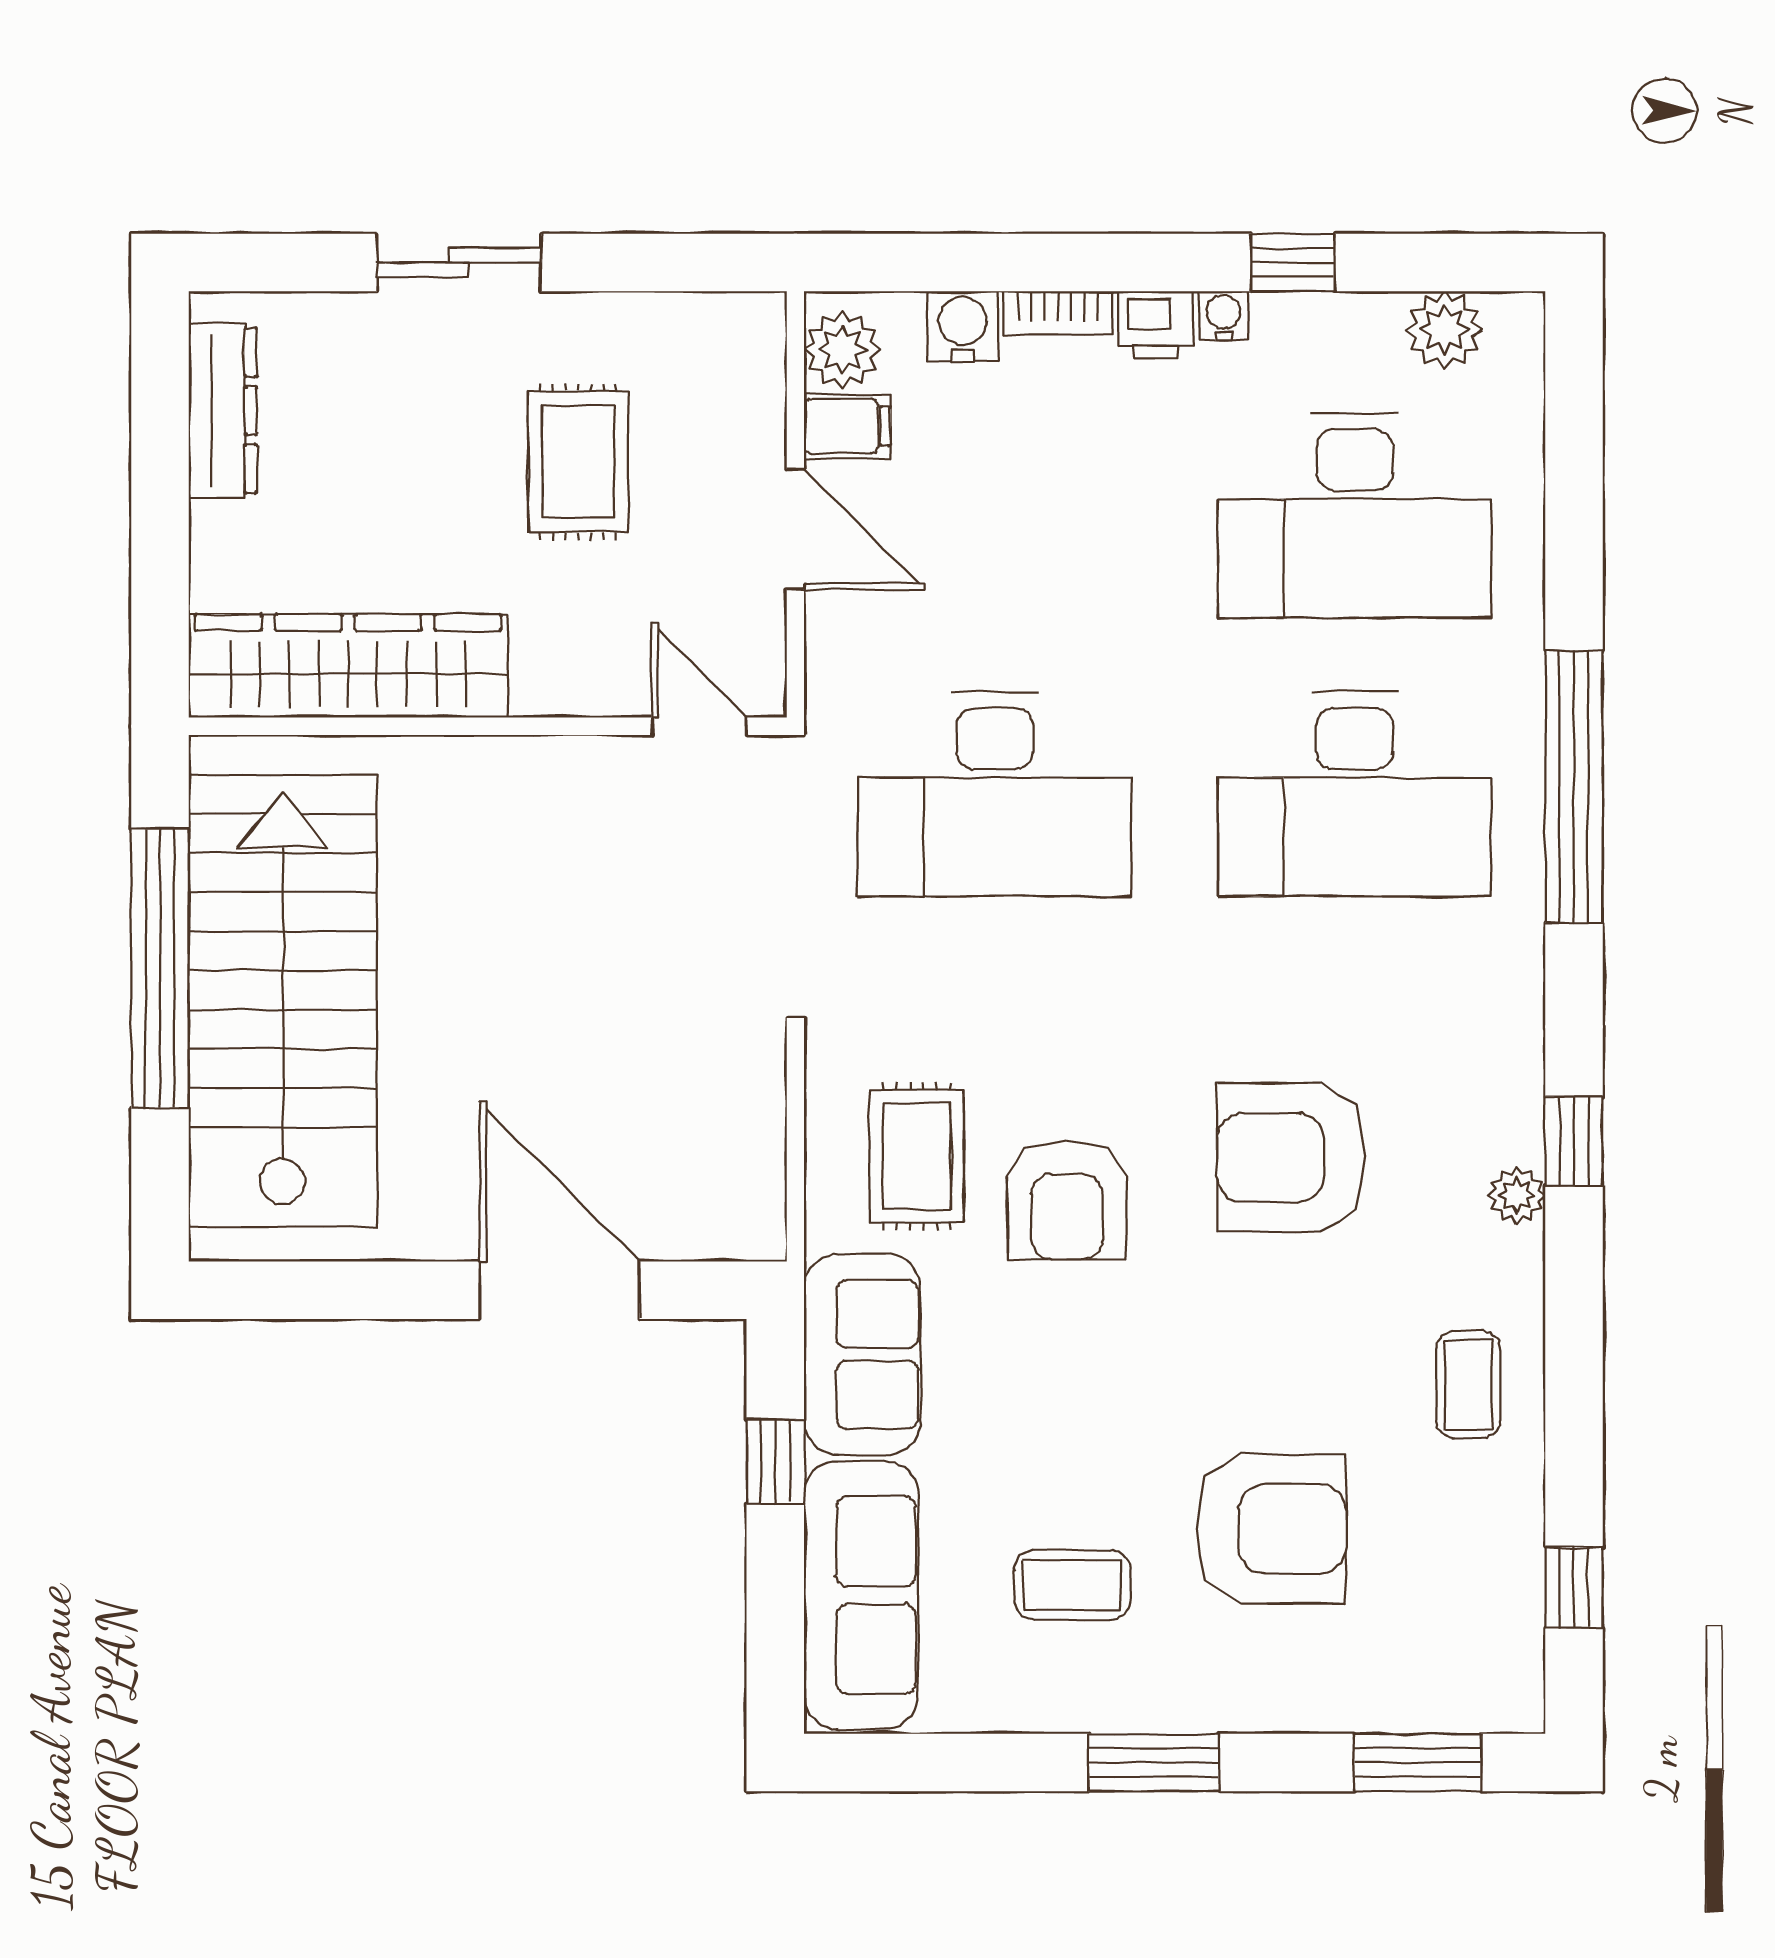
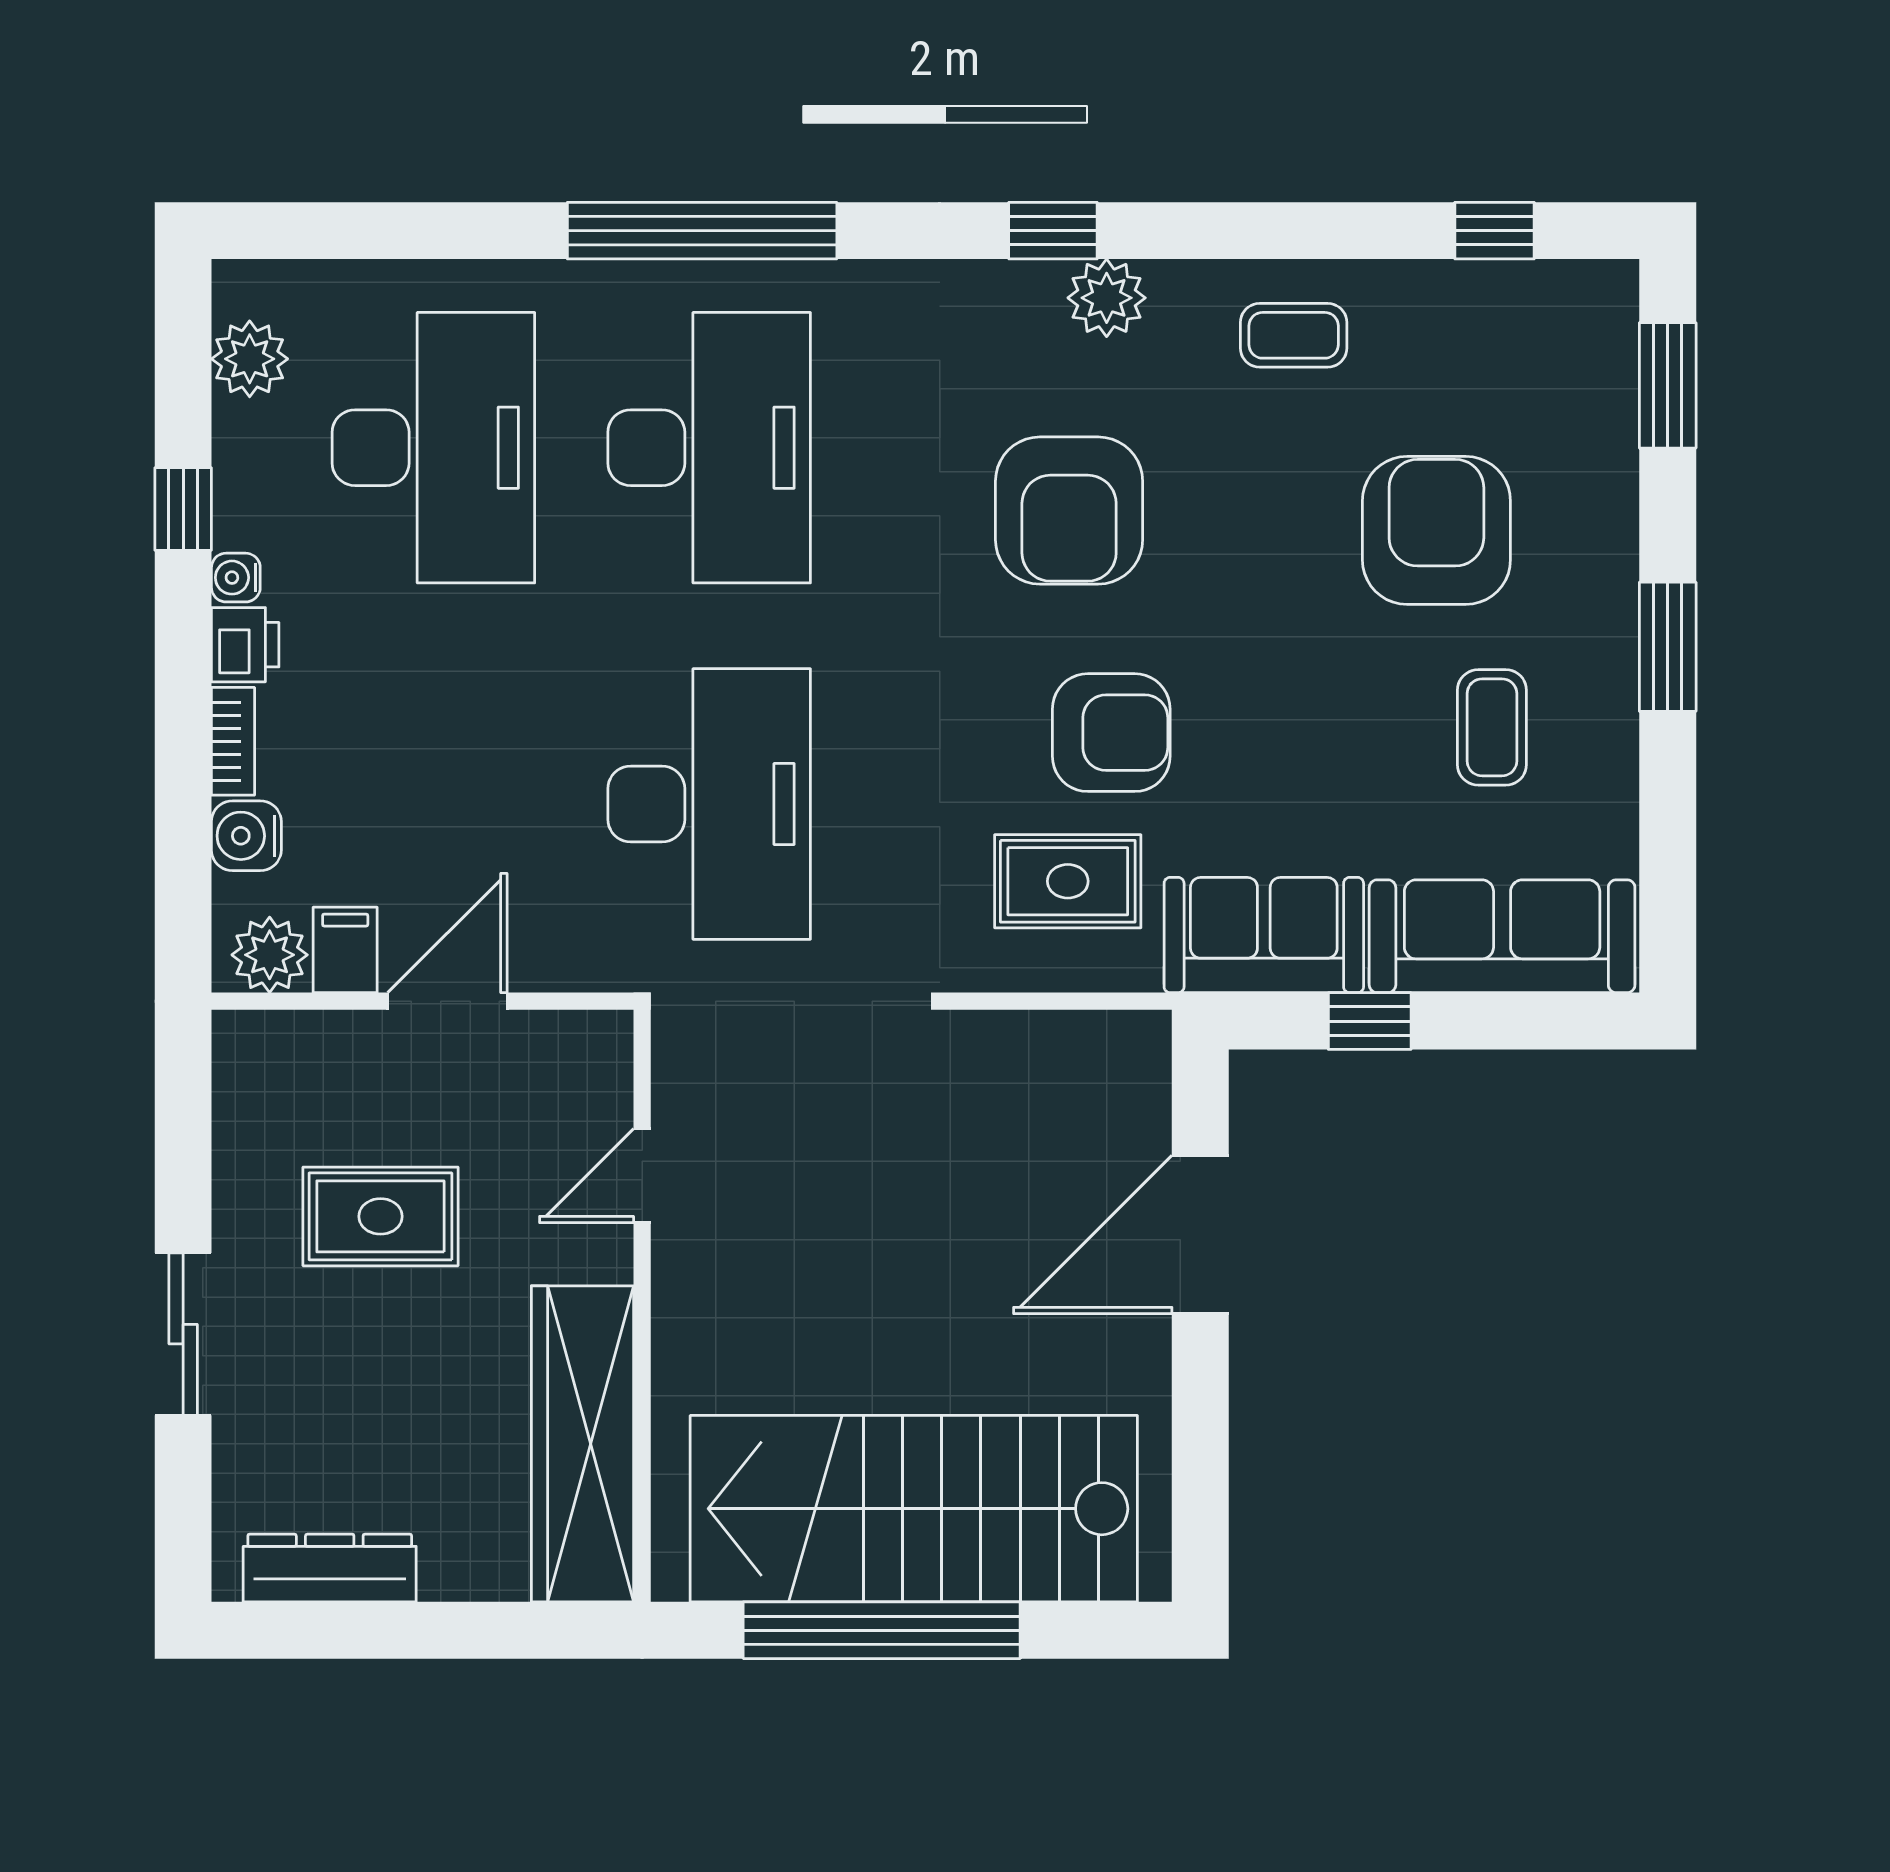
door: (699, 726) -> (642, 1176), moved
plant: (1517, 1195) -> (1107, 298), width x1.38, depth x1.38

